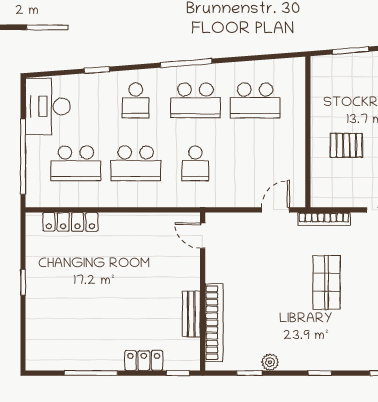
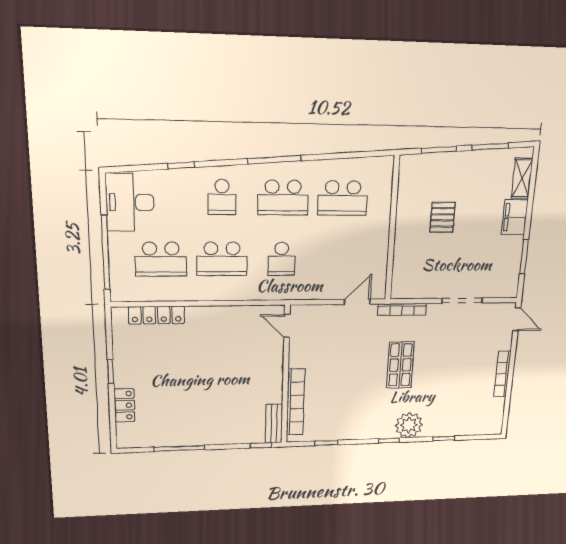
pallet: (346, 145) -> (443, 217), moved, turned 90
bench: (191, 314) -> (274, 424), moved
locker: (144, 361) -> (124, 405), moved, turned 90
plant: (270, 362) -> (409, 425), moved, width x1.87, depth x1.87

